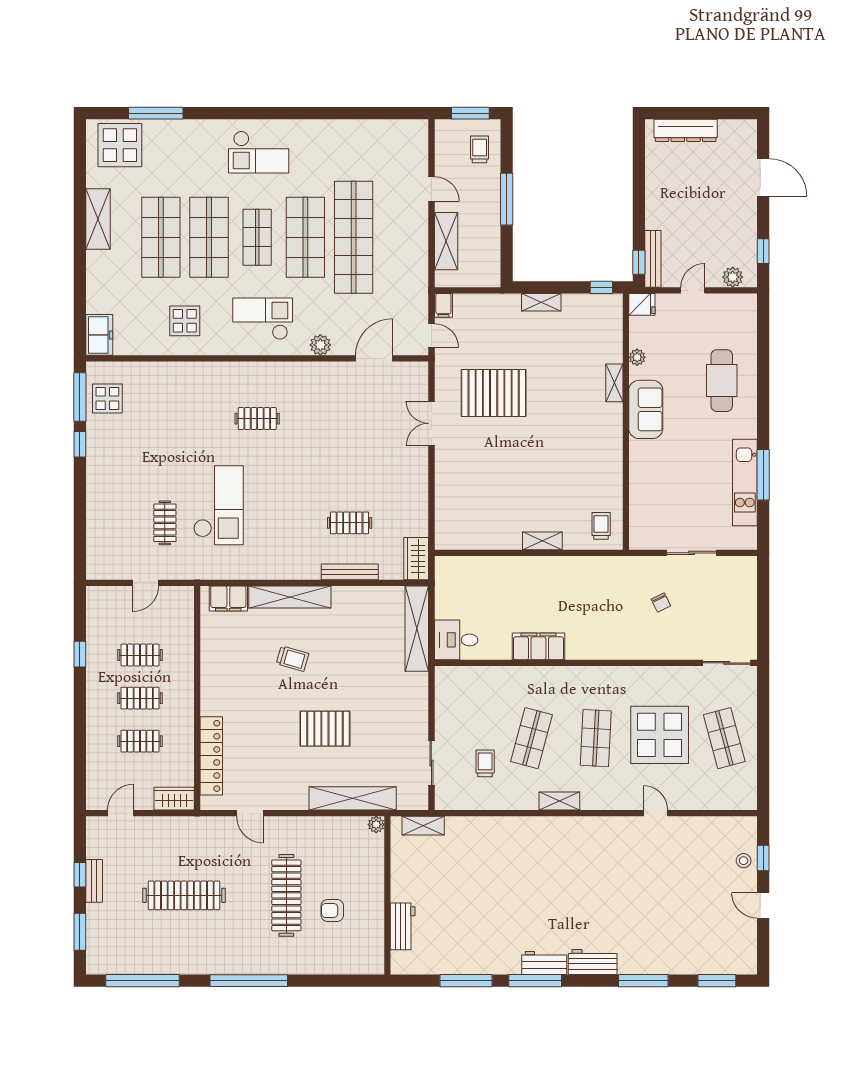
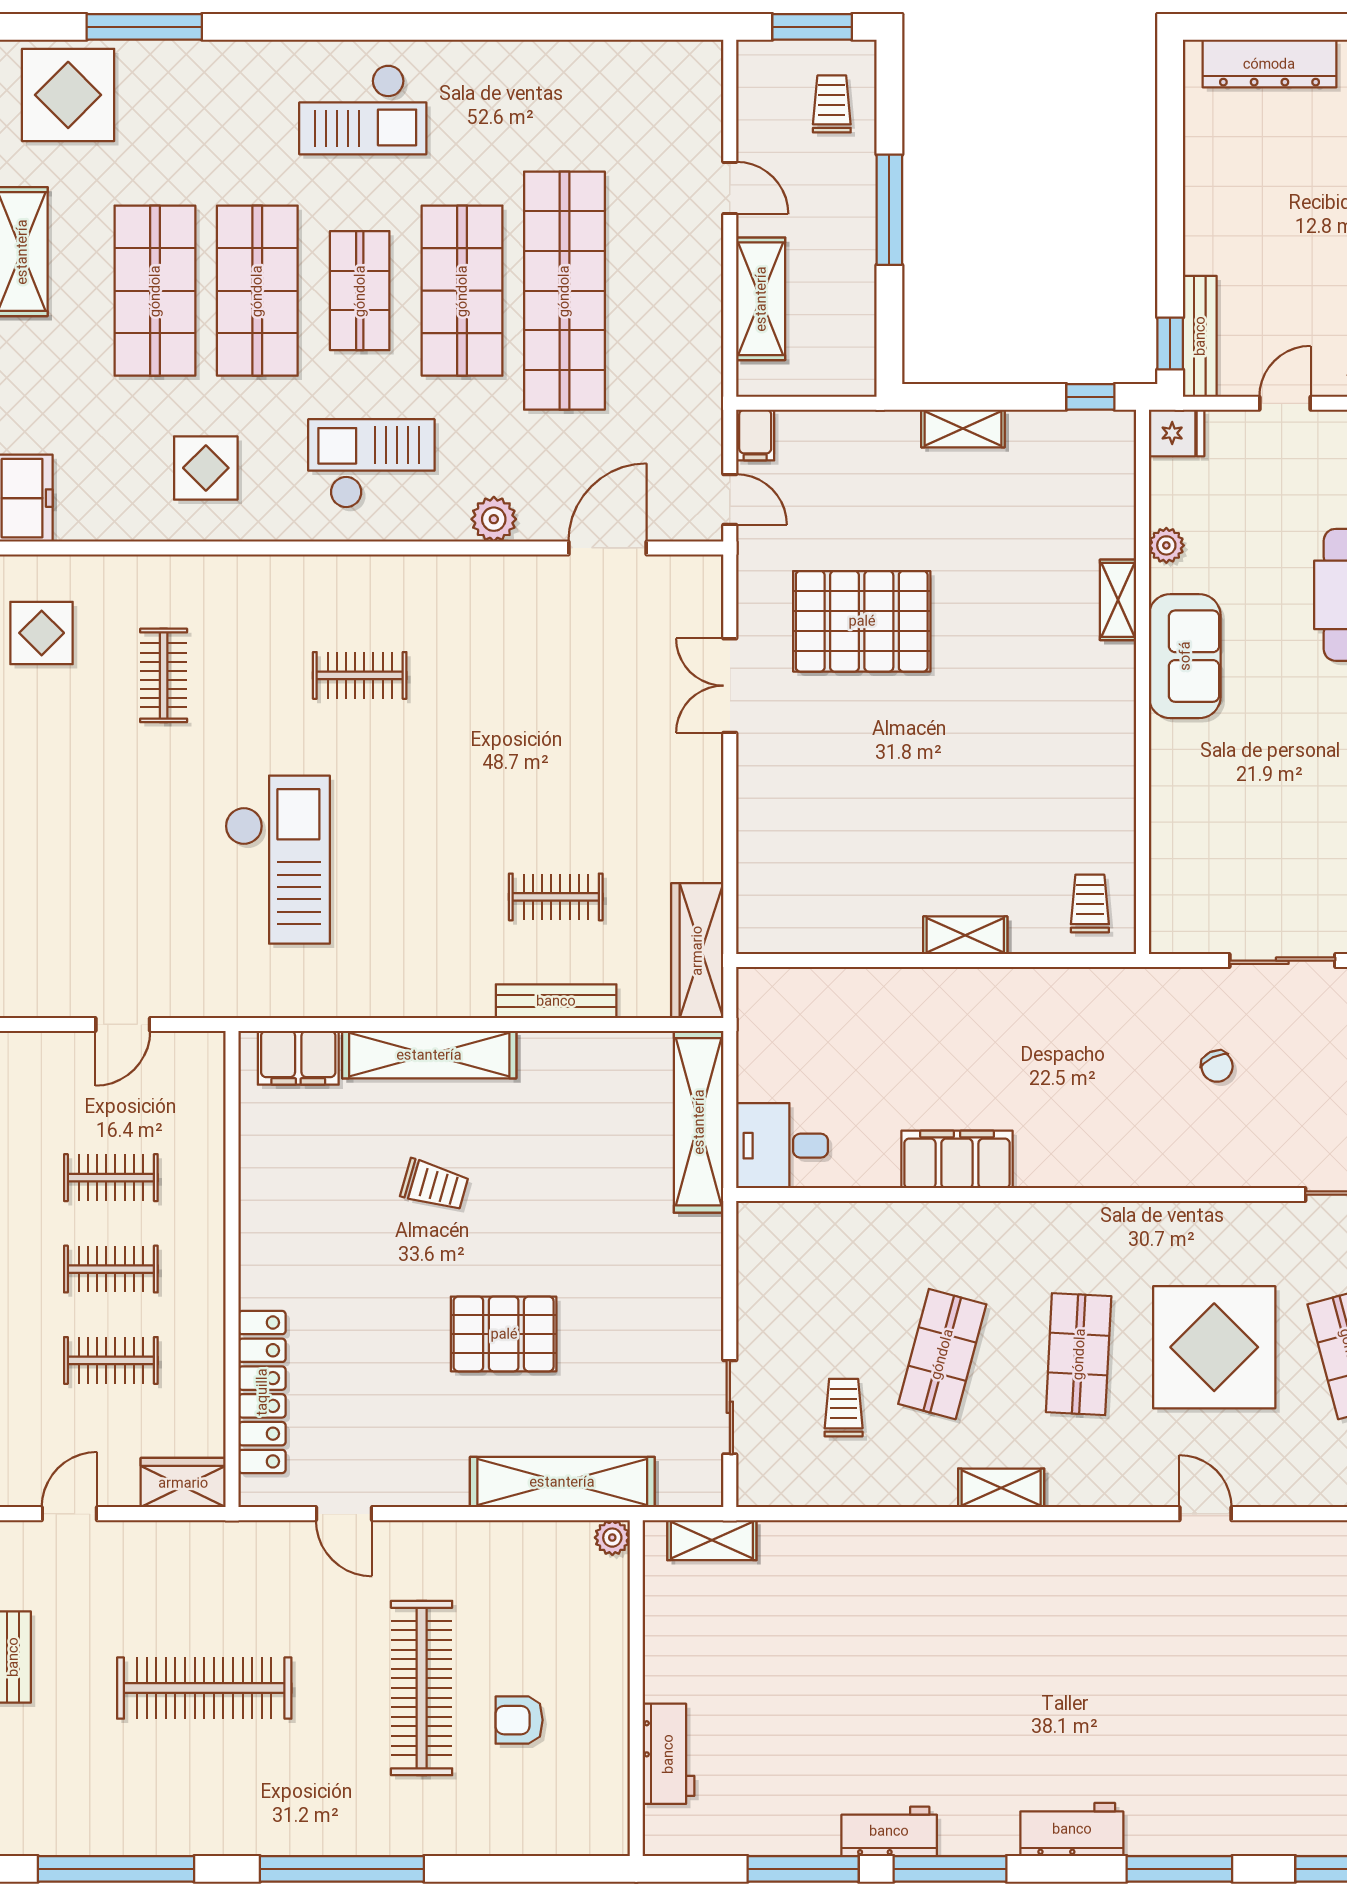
clothes rail: (165, 523) -> (164, 675), moved
wardrobe: (416, 559) -> (697, 951), width x1.50
workbench: (544, 963) -> (889, 1831), moved

